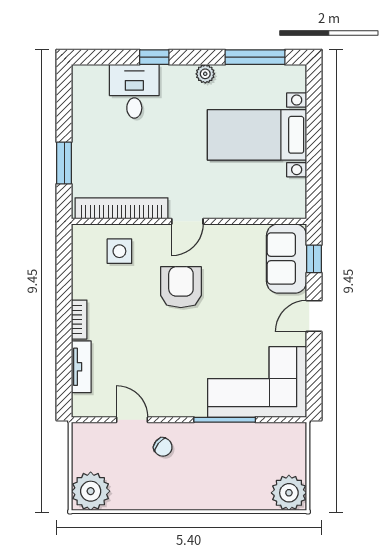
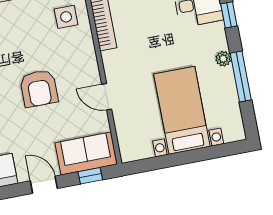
window: (255, 57) -> (241, 77), moved
door: (187, 221) -> (107, 97), moved
armchair: (181, 287) -> (39, 88), moved, turned 90

